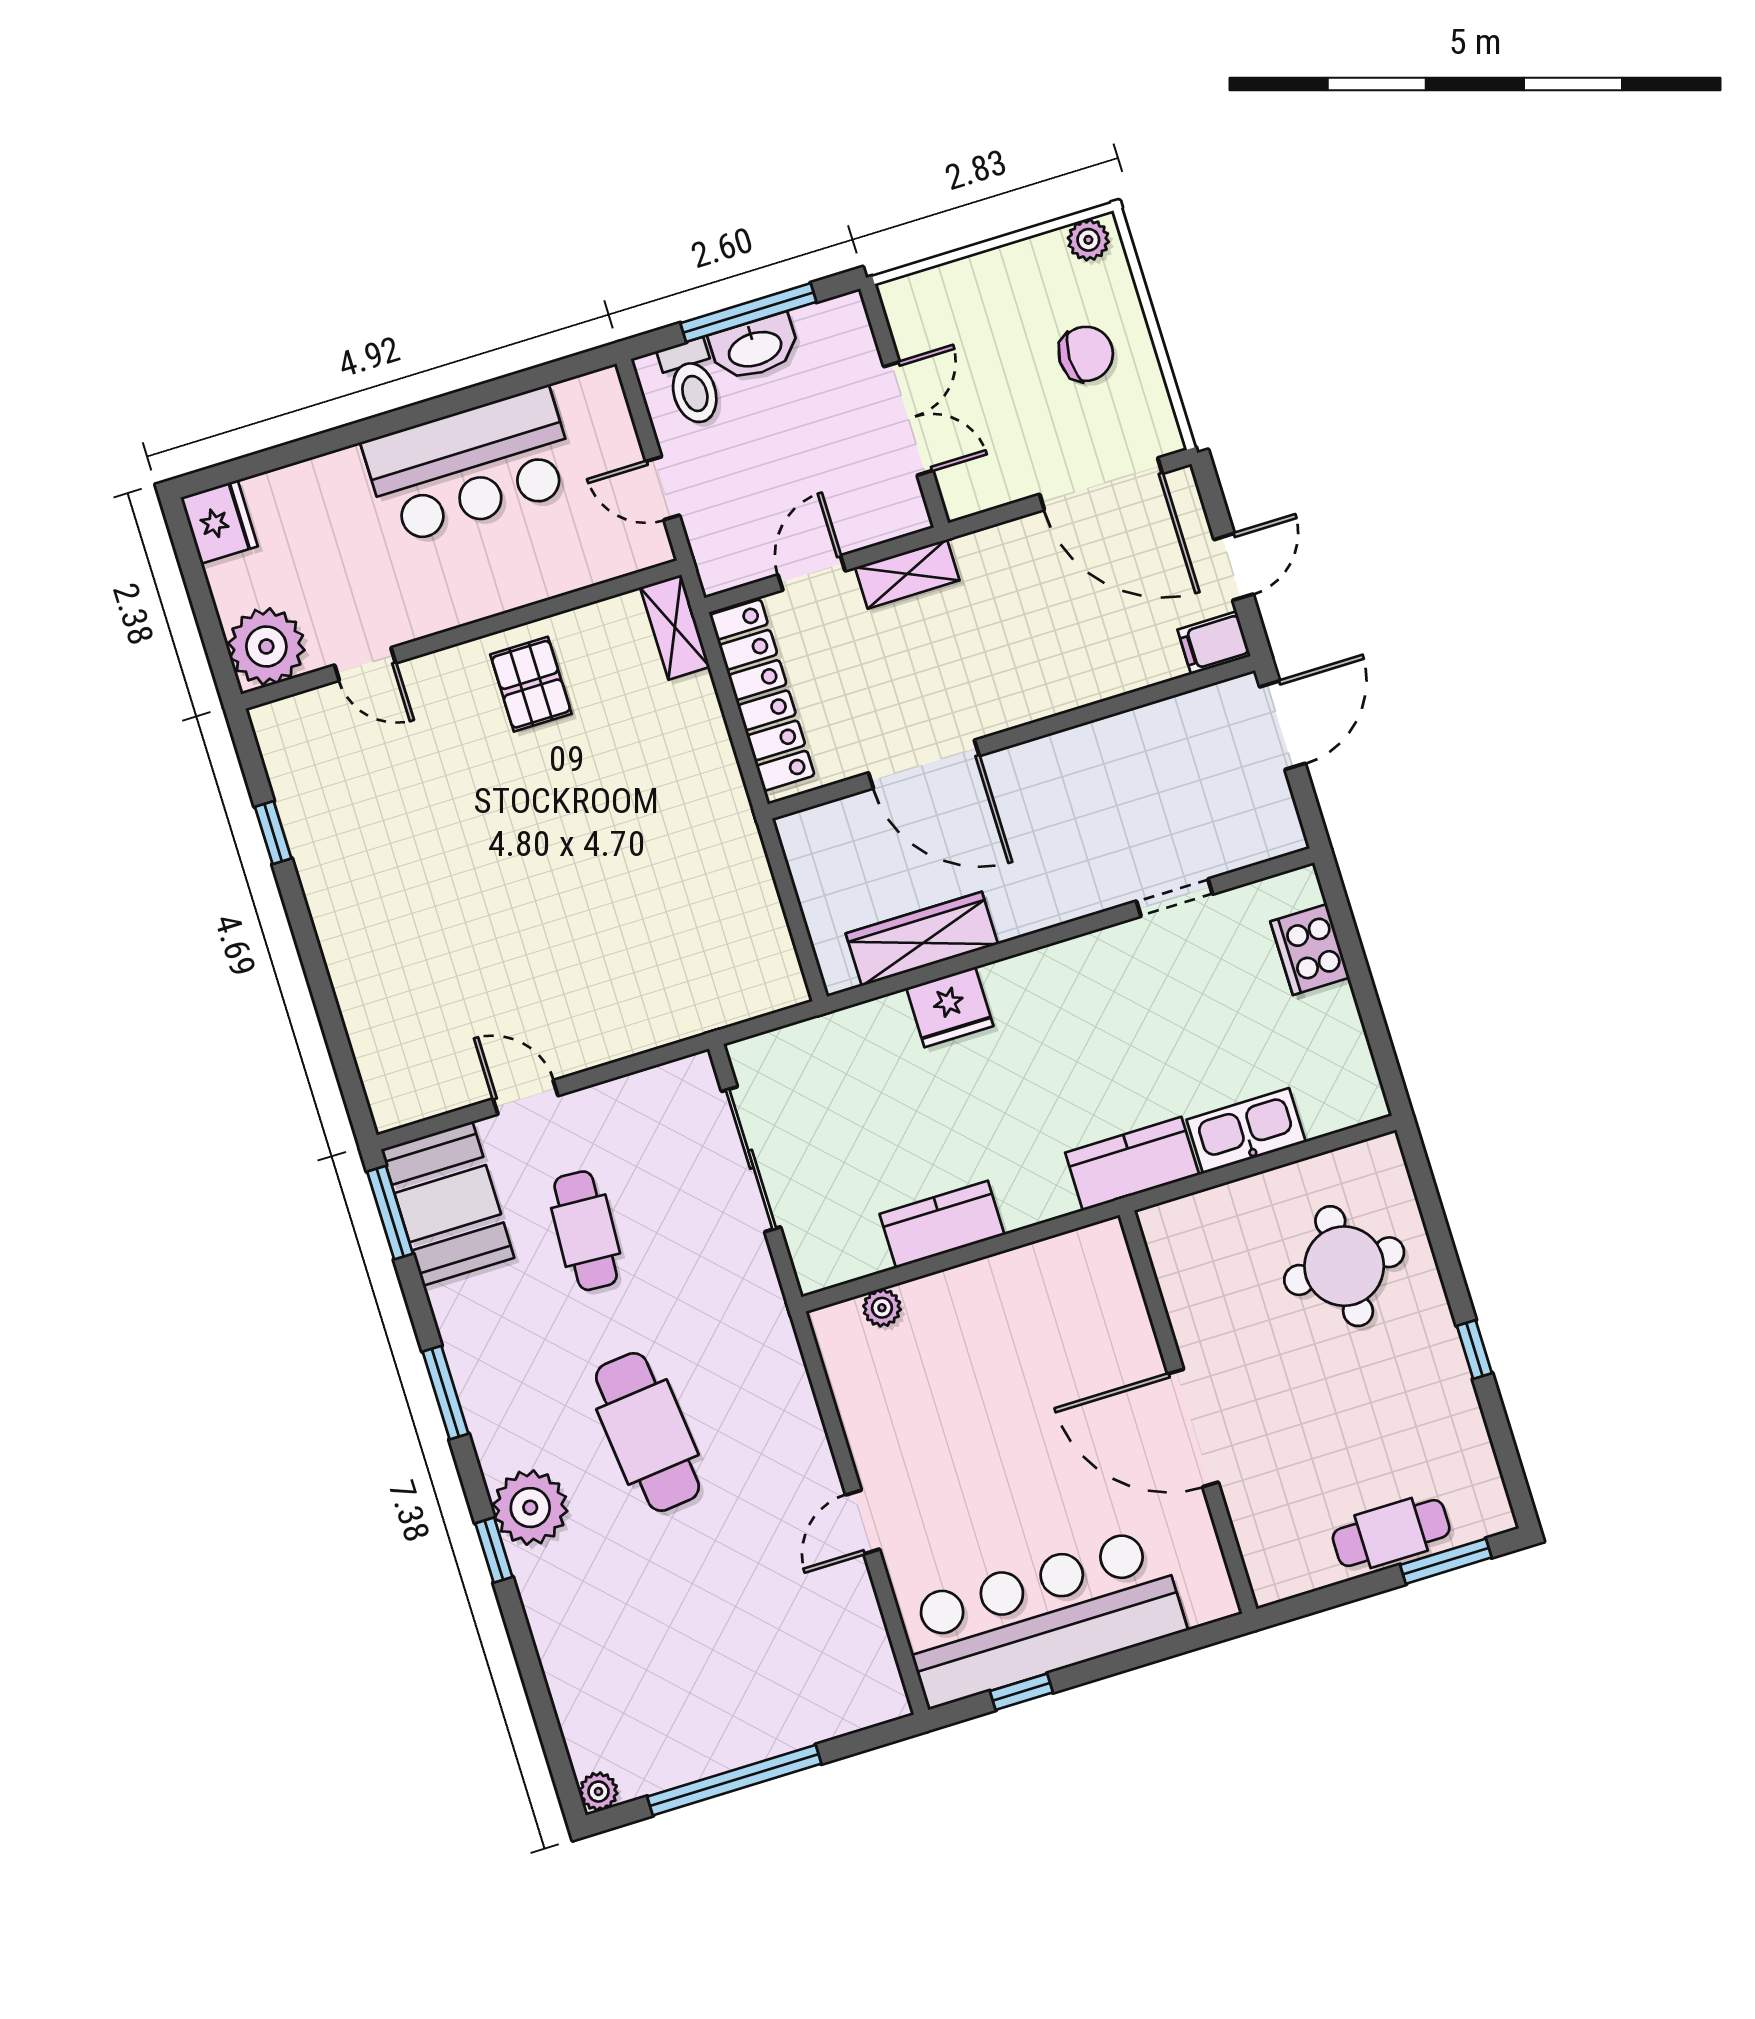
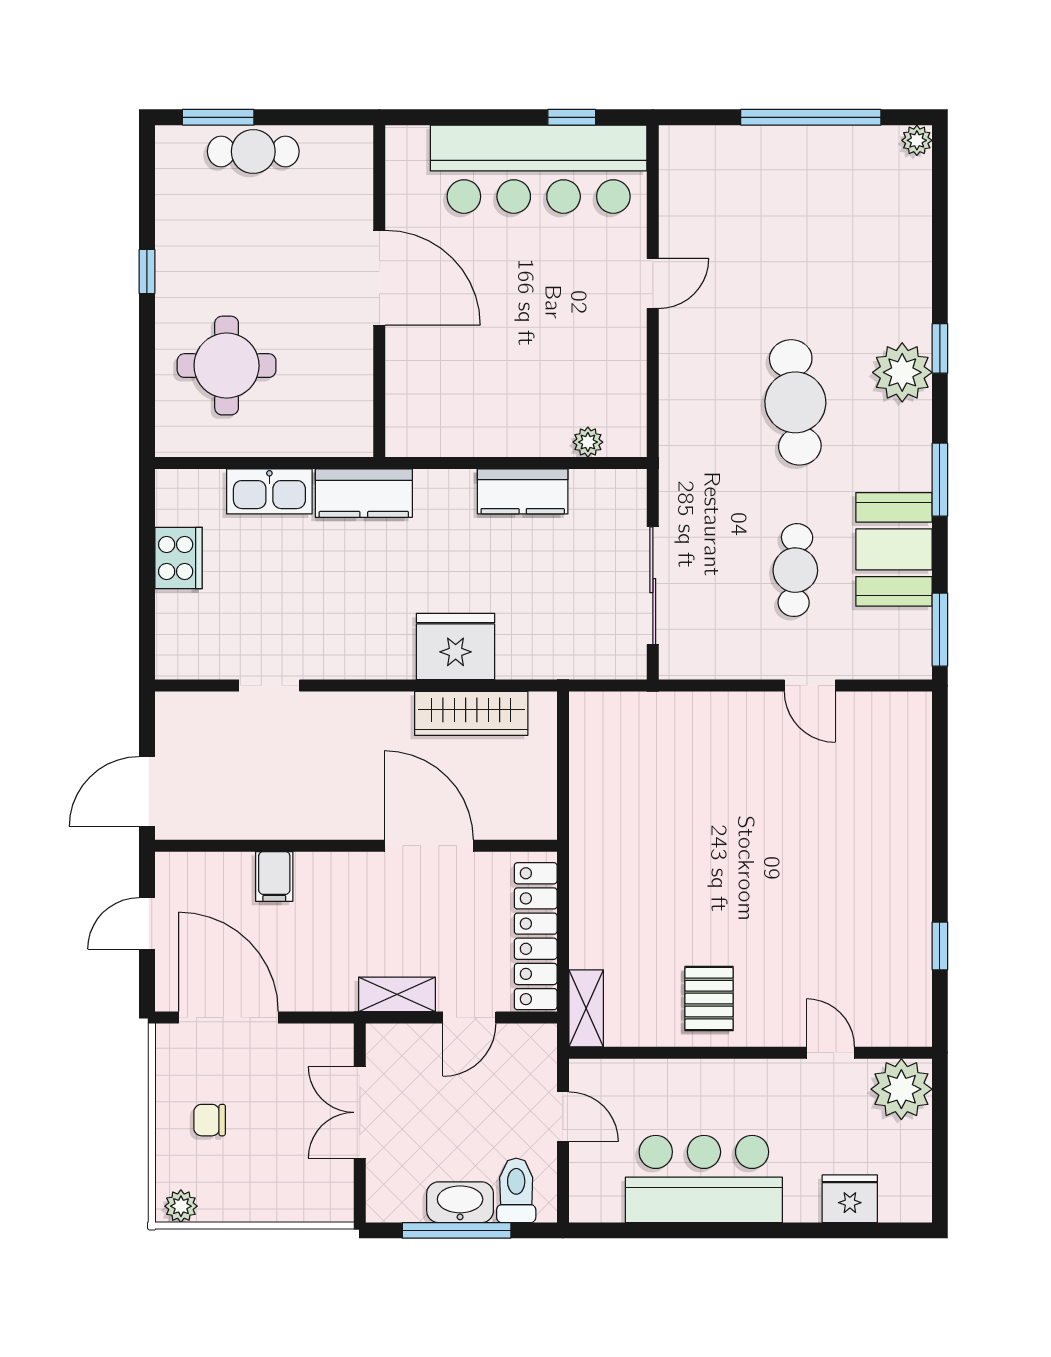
chair: (1086, 354) -> (210, 1120), width x0.73, depth x0.73
fridge: (219, 522) -> (850, 1199), moved, turned 90
filing cabinet: (1214, 643) -> (274, 876), moved, turned 90
cooker: (1310, 950) -> (178, 558), moved
fridge: (950, 1007) -> (456, 647), width x1.36, depth x1.34
booth: (448, 1204) -> (894, 549), moved

